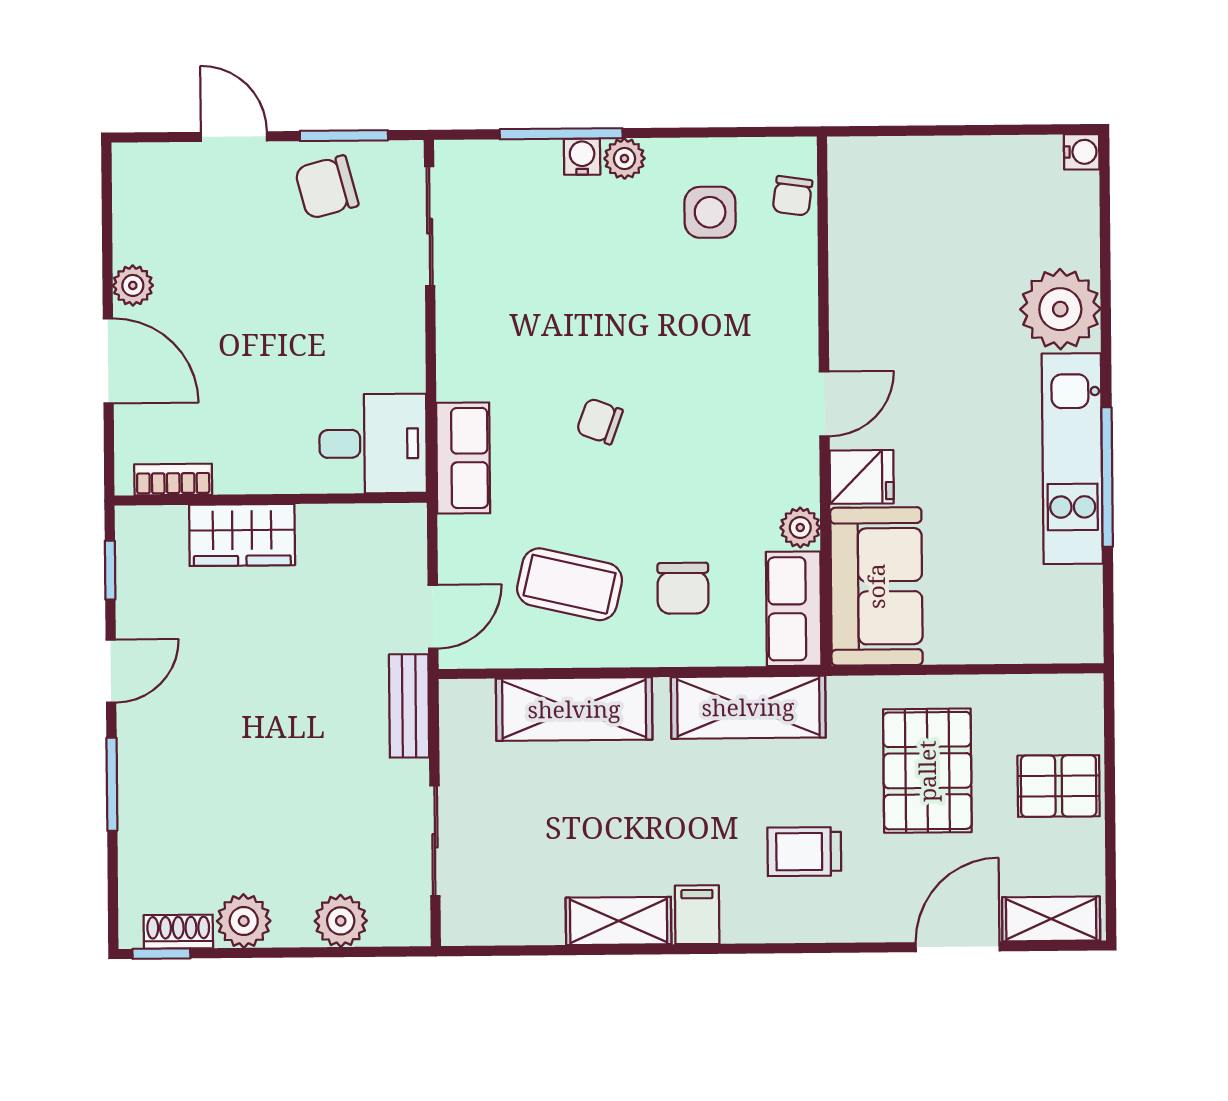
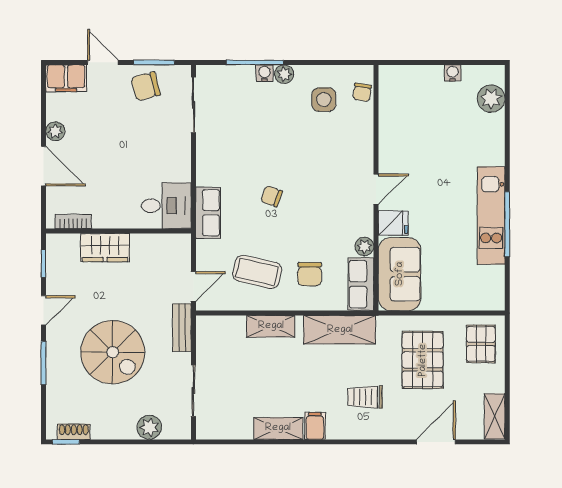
water cooler: (1082, 152) -> (453, 73), moved, turned -90
filing cabinet: (155, 171) -> (66, 78), added
plant: (1060, 309) -> (491, 99), moved, width x0.73, depth x0.73
shelving: (574, 709) -> (271, 326), width x0.67, depth x0.75
spiral stairs: (260, 760) -> (113, 352), added
pallet: (1059, 786) -> (481, 344), moved, turned 90
shelving: (1051, 919) -> (495, 416), moved, turned 90
plant: (244, 921) -> (104, 427), removed

